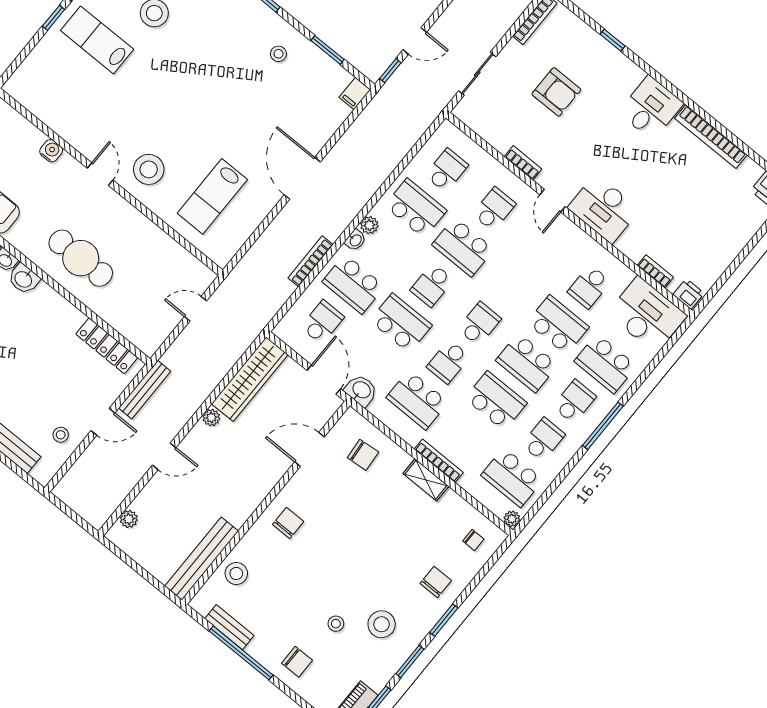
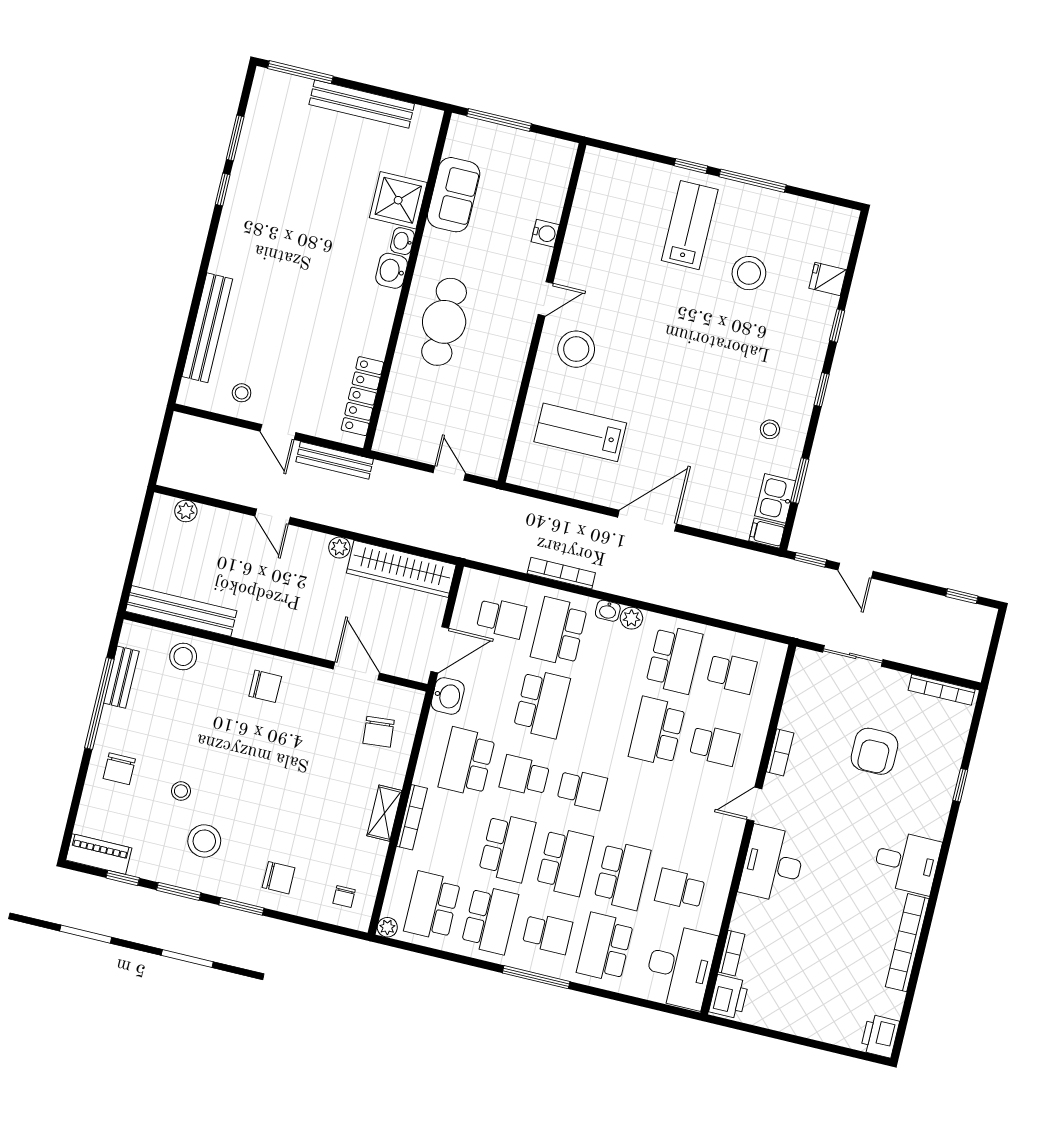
kitchen sink: (332, 75) -> (775, 498), added
school desk: (432, 285) -> (599, 718), removed
printer: (689, 294) -> (729, 997), width x1.36, depth x1.24
school desk: (527, 363) -> (565, 862), turned 180
school desk: (543, 440) -> (490, 920), width x1.85

